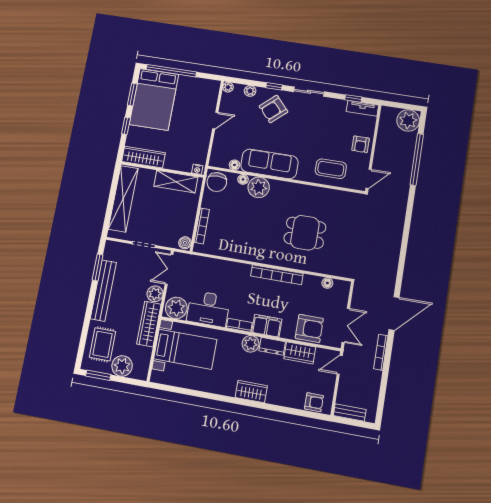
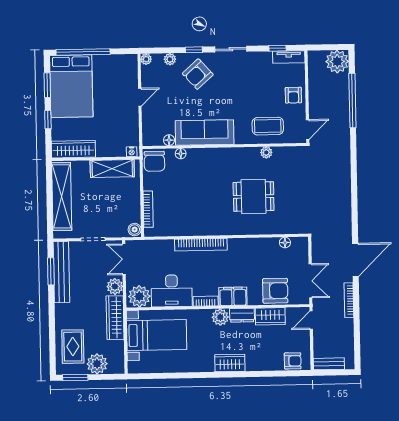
plant: (259, 187) -> (266, 152), moved, width x0.53, depth x0.53
bookcase: (277, 275) -> (201, 245), moved
bench: (103, 291) -> (61, 272), moved

